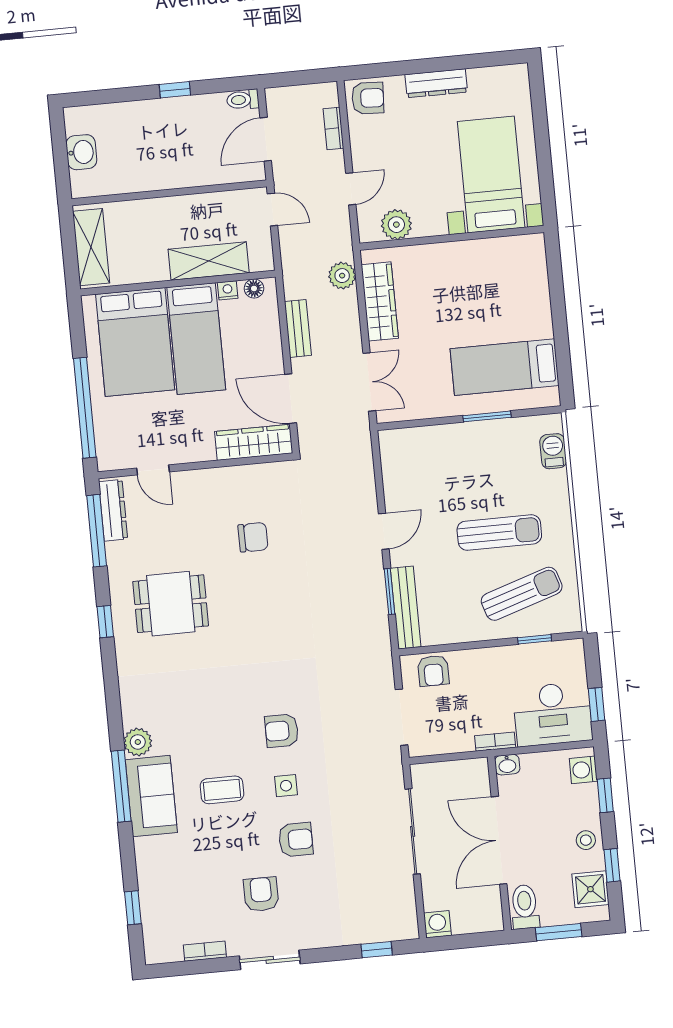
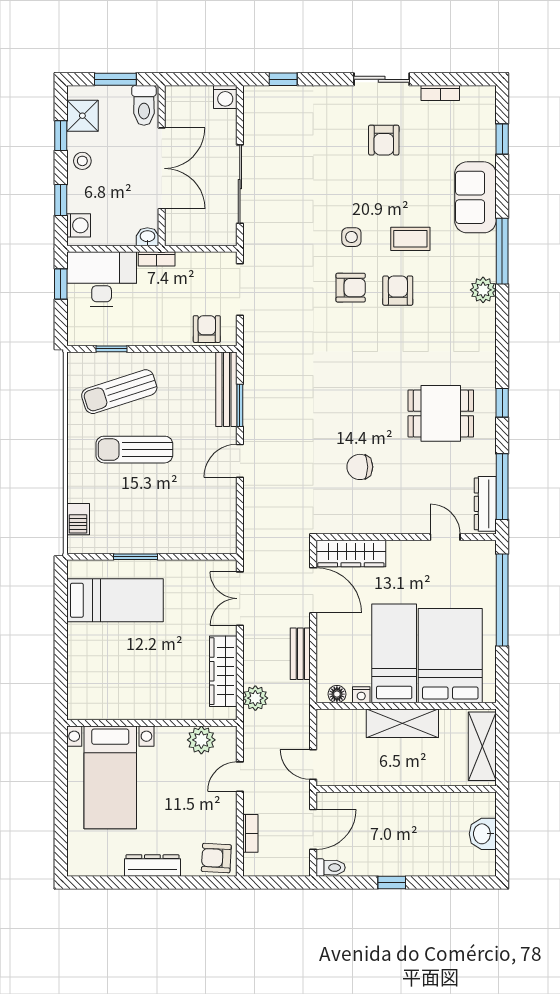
shelving: (209, 261) -> (402, 723), moved
sofa: (151, 796) -> (475, 197), moved
armchair: (296, 840) -> (398, 291), moved, turned 90

